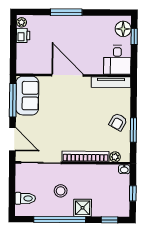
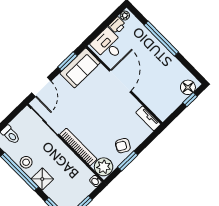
window: (66, 12) -> (161, 38), width x1.46
desk: (117, 60) -> (108, 45), moved, turned 90
tv unit: (111, 82) -> (148, 118), width x0.71
window: (13, 100) -> (67, 61), width x0.69
plant: (115, 157) -> (104, 167), width x1.87, depth x1.87
stool: (61, 191) -> (26, 162), moved

